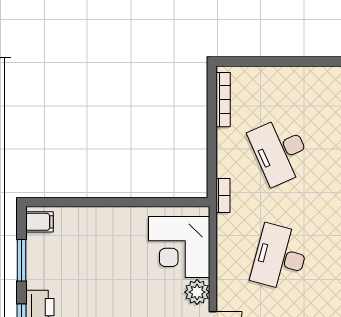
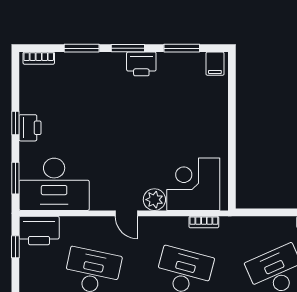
bookcase: (223, 196) -> (204, 222), moved

